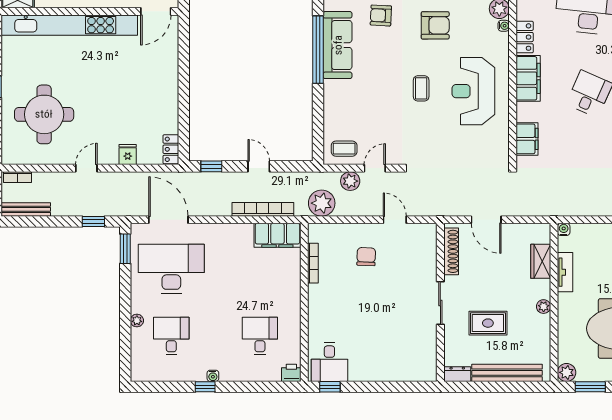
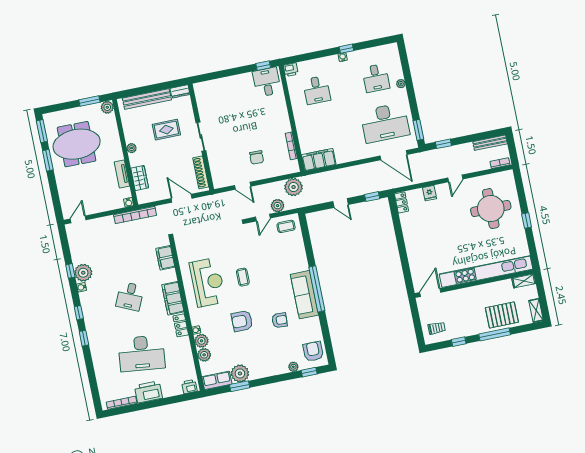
bookcase: (263, 209) -> (135, 215), moved

